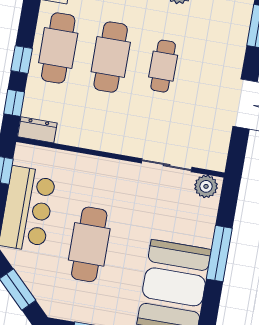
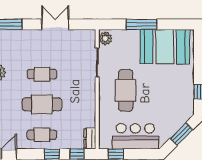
cafe table: (58, 48) -> (42, 135), width x0.73, depth x0.74
cafe table: (89, 244) -> (126, 90), moved, turned 90

